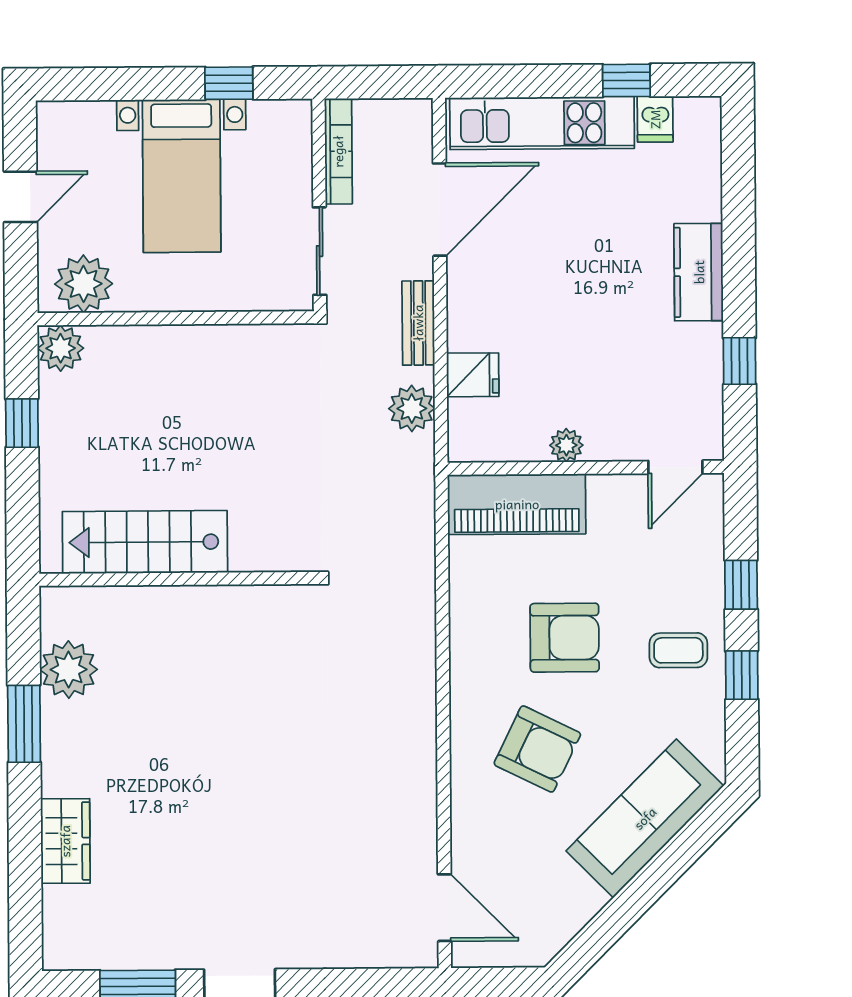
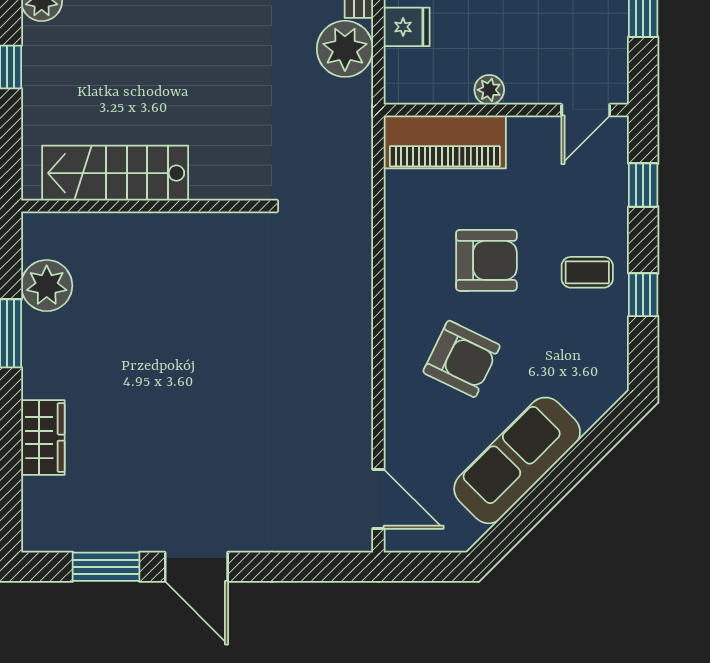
plant: (412, 408) -> (345, 49), width x1.36, depth x1.36
window: (741, 585) -> (643, 185), moved
sofa: (645, 818) -> (517, 460), moved

